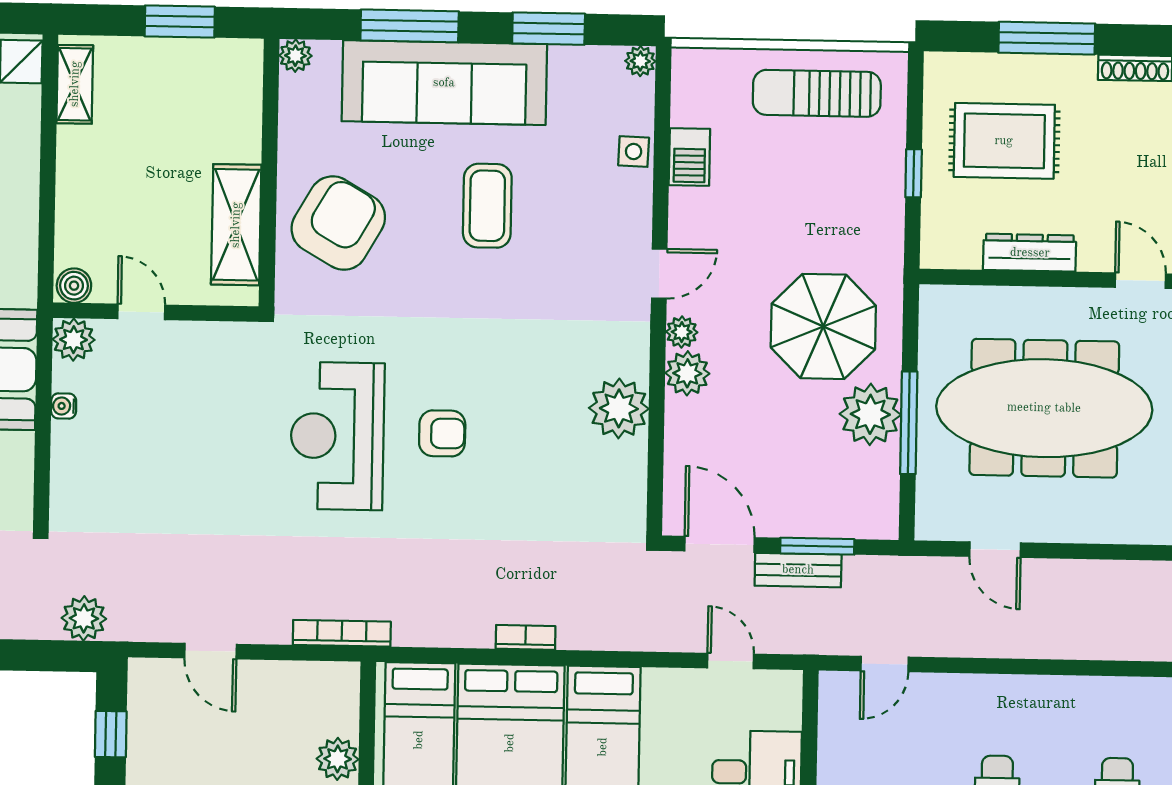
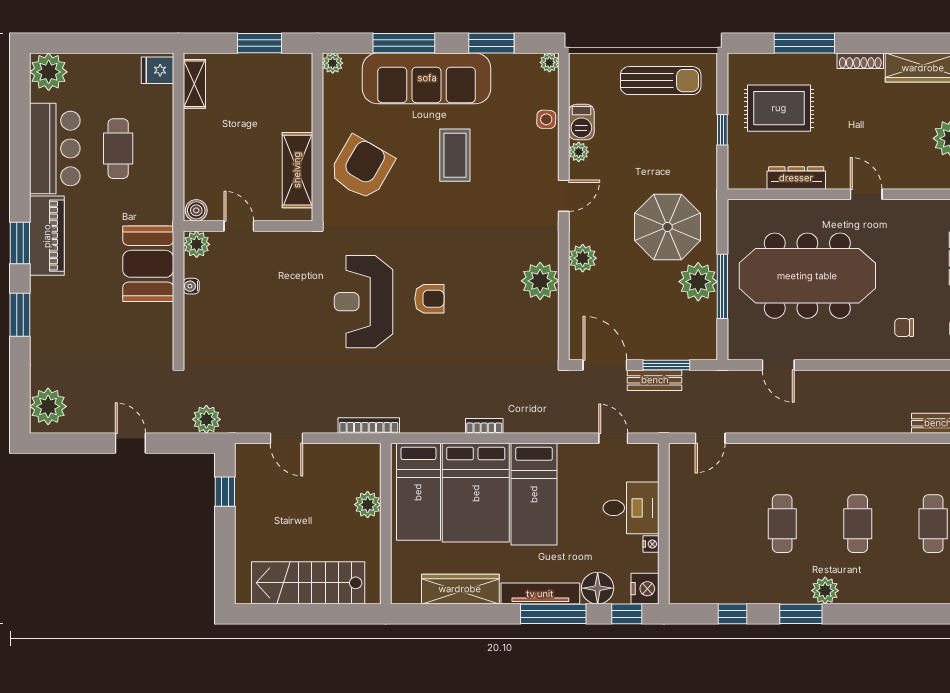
sun lounger: (817, 93) -> (661, 81), turned 180
plant: (682, 332) -> (579, 152), moved

